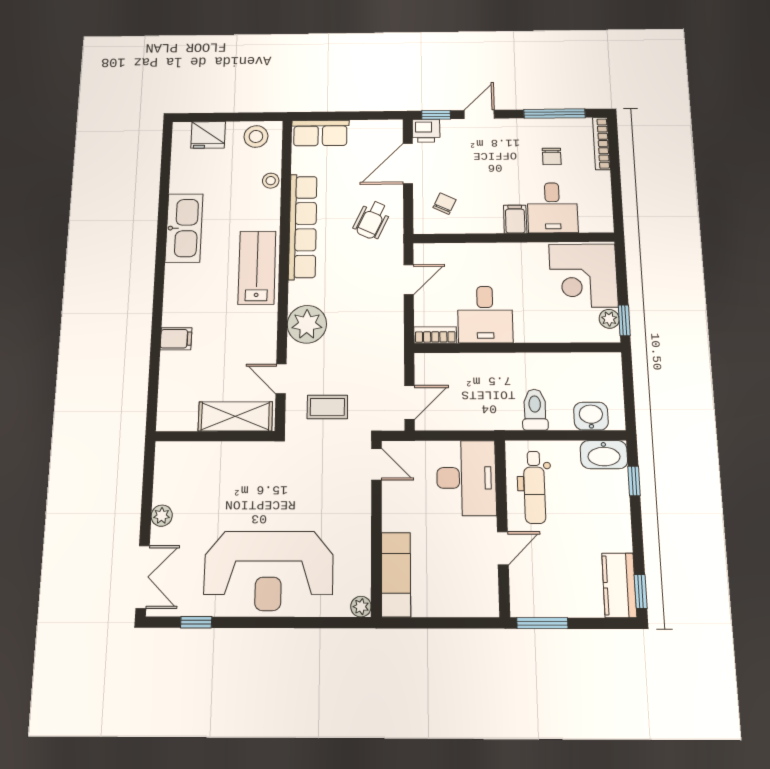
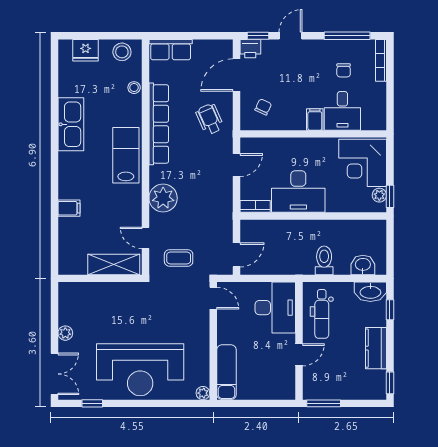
wheelchair: (372, 220) -> (210, 119), turned 131
desk: (485, 314) -> (298, 191), width x1.37
kitchen counter: (619, 585) -> (376, 348), moved

